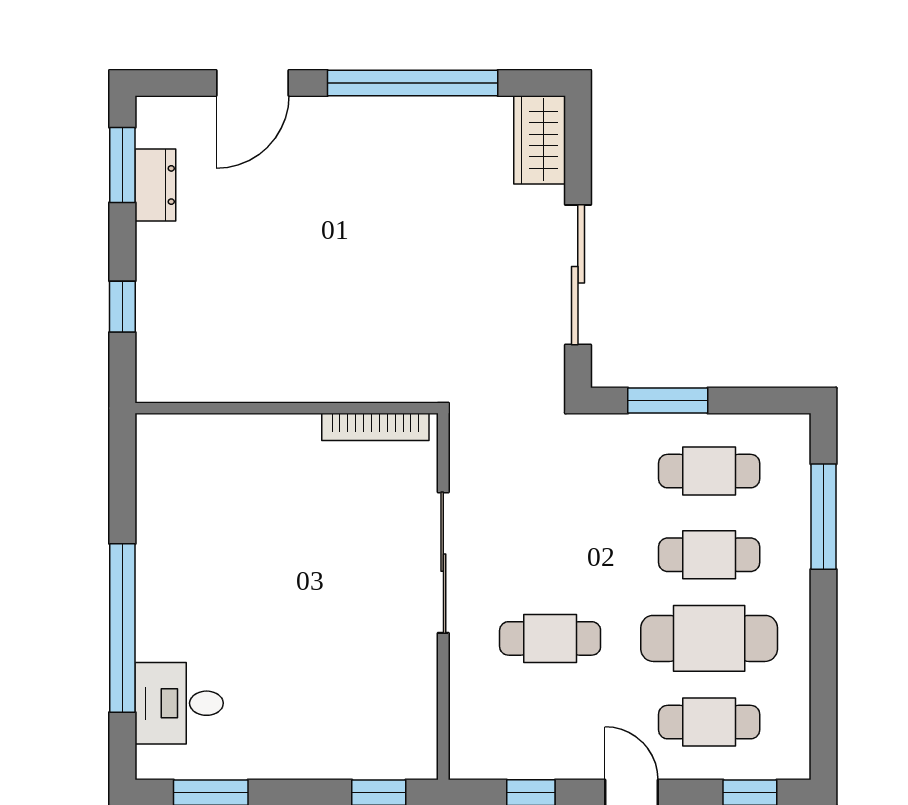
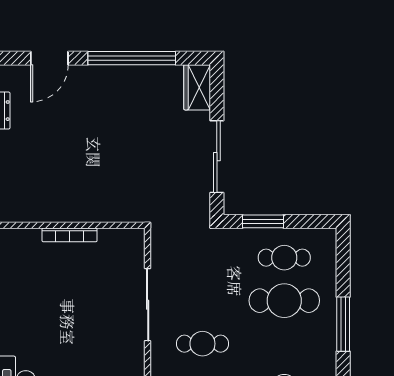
bookcase: (375, 427) -> (70, 235), moved
window: (824, 517) -> (343, 324), moved
cafe table: (709, 555) -> (284, 301), width x1.37, depth x1.35
cafe table: (709, 638) -> (284, 344), removed

